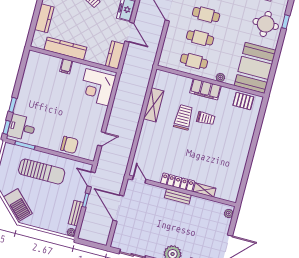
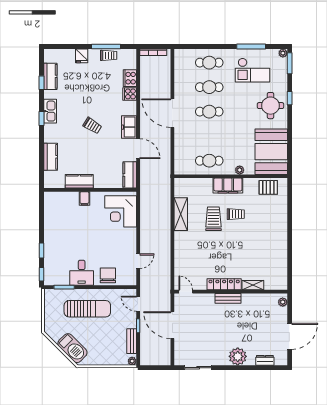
cafe table: (200, 38) -> (209, 136), removed
kitchen counter: (65, 49) -> (79, 181), width x0.67
desk: (22, 128) -> (82, 273), moved, turned -90
chair: (69, 145) -> (108, 275), turned -90

